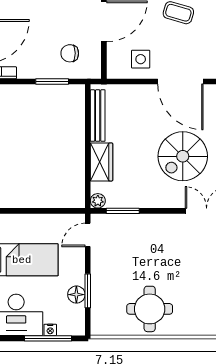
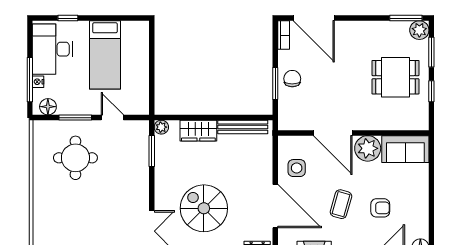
chair: (70, 53) -> (292, 79), moved
door: (180, 82) -> (275, 206), swing flipped
door: (88, 235) -> (112, 118), moved
floor lamp: (76, 295) -> (48, 107), moved
round table: (150, 309) -> (75, 158), moved

